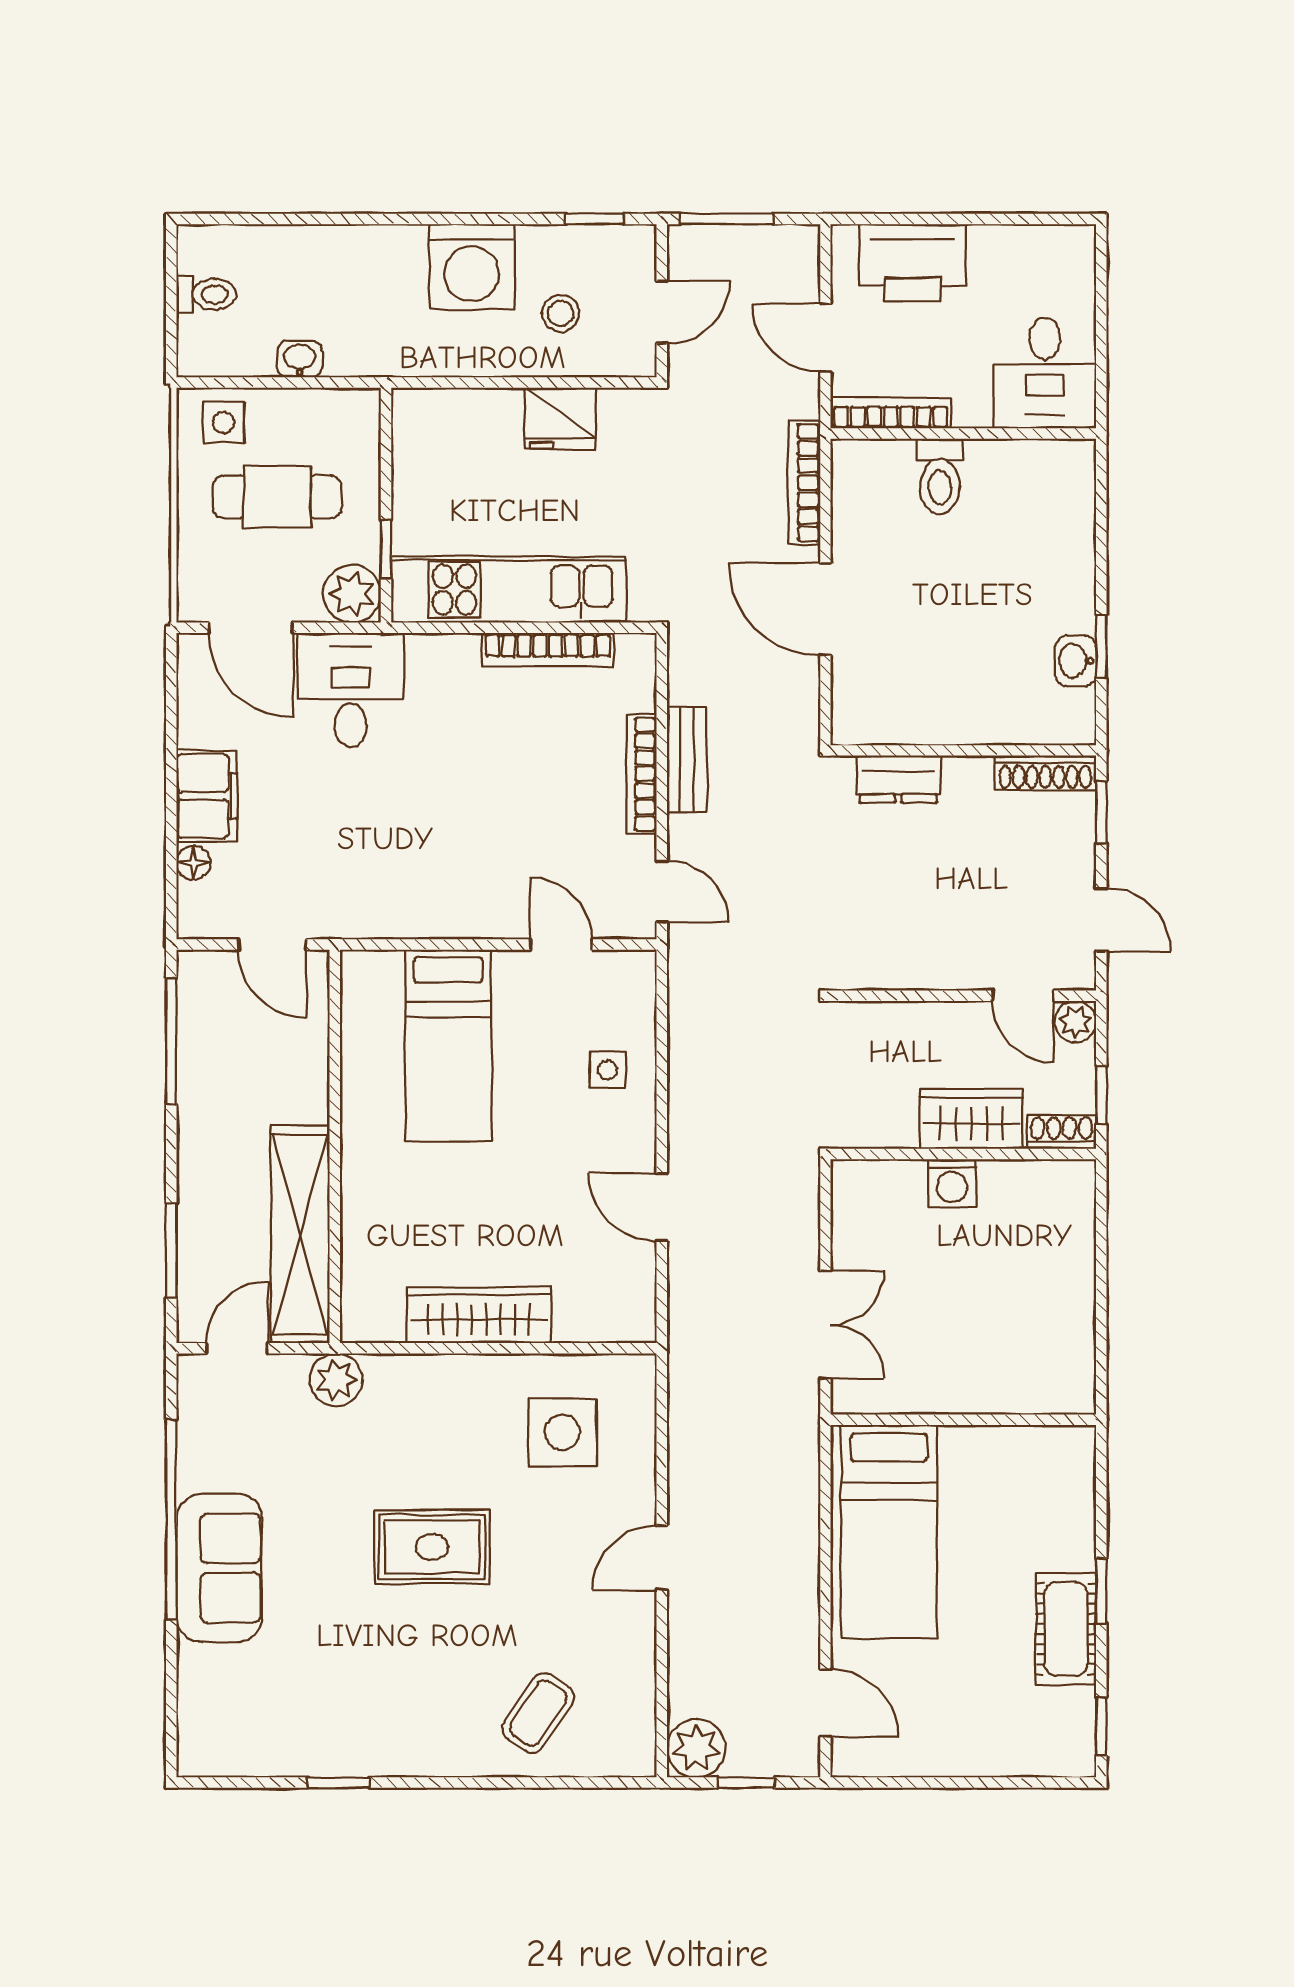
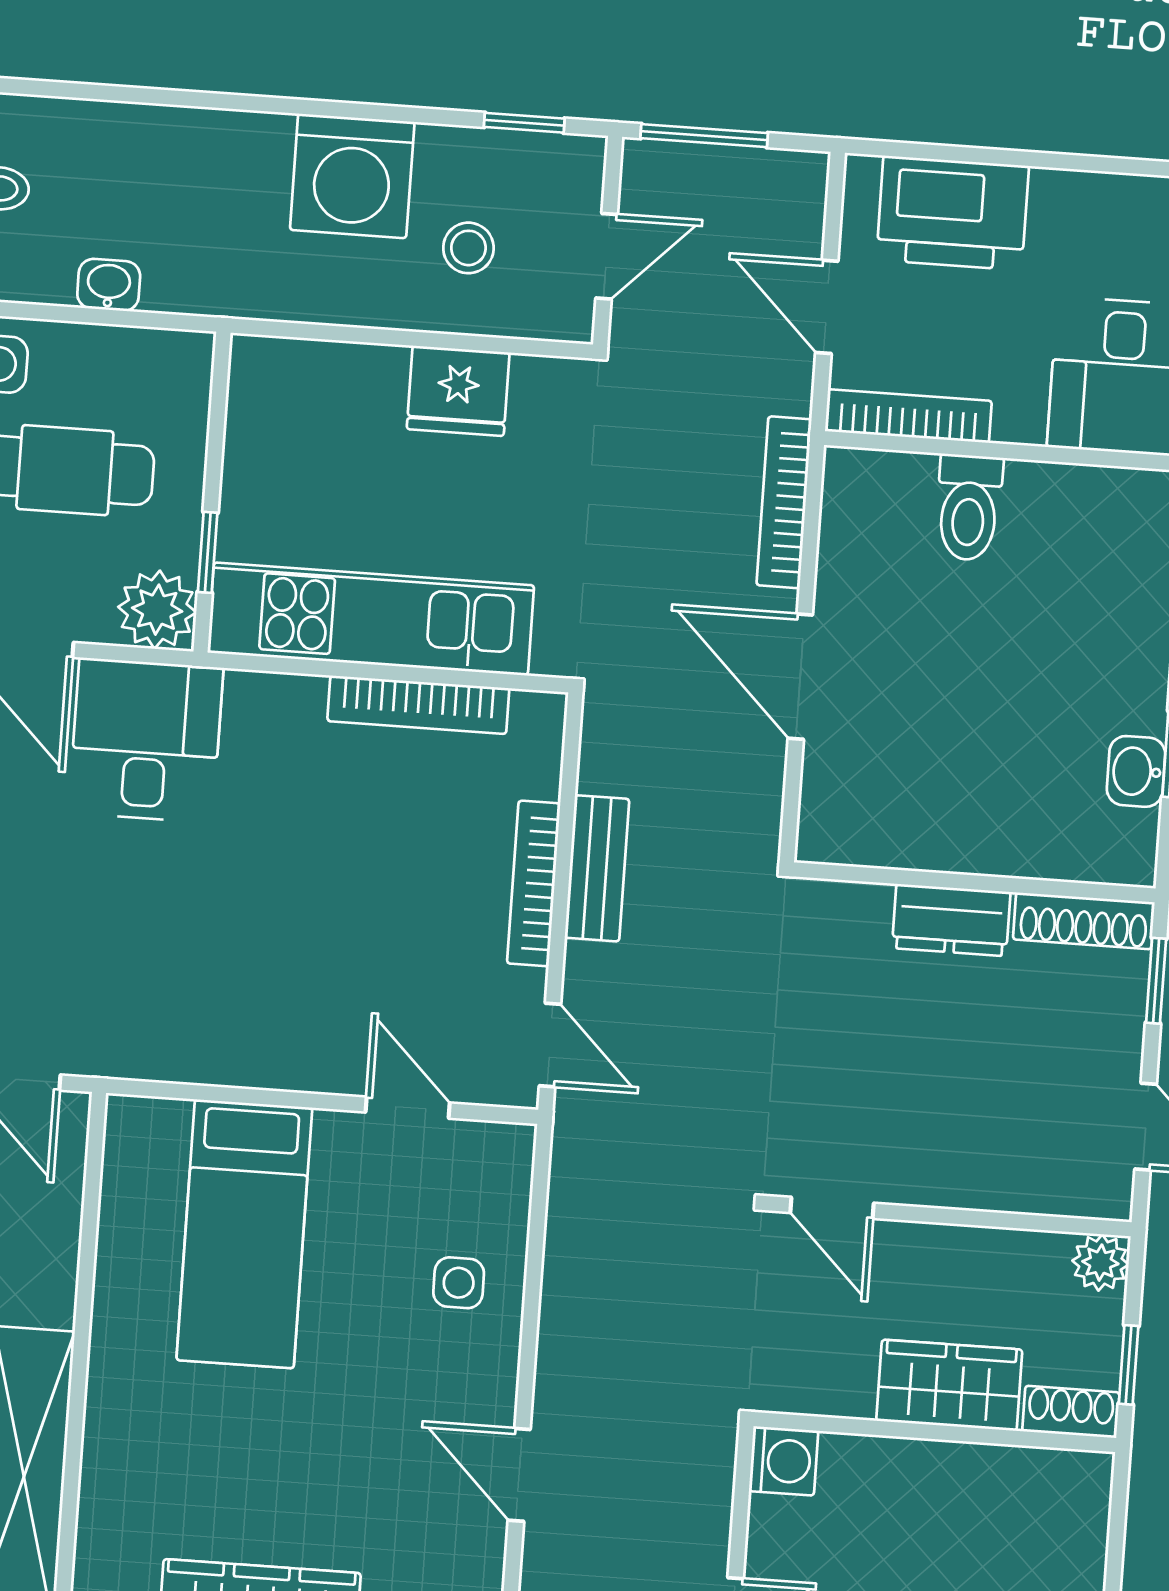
dresser: (898, 779) -> (951, 920), moved
door: (1023, 996) -> (832, 1208), moved
washing machine: (952, 1183) -> (784, 1461), moved, turned -90

